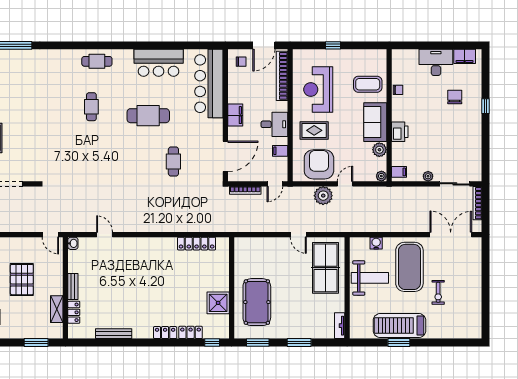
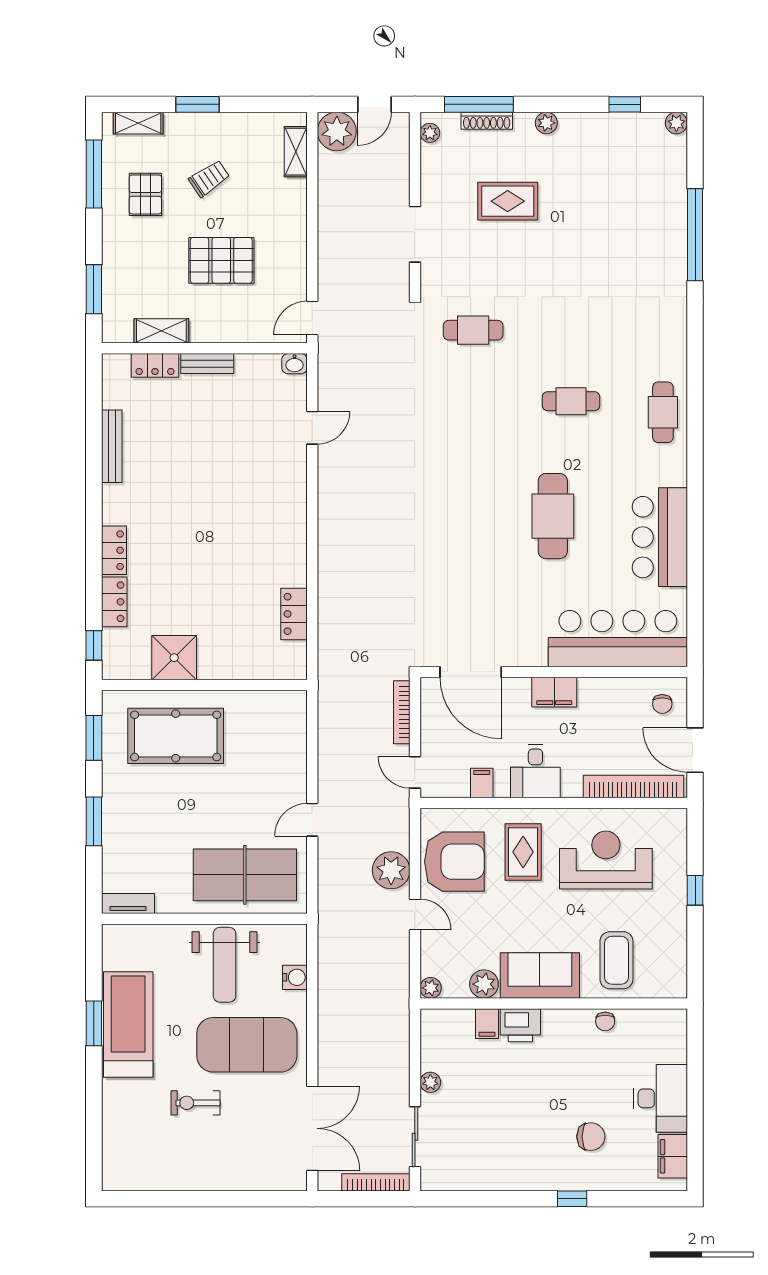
cafe table: (173, 162) -> (473, 330), moved
filing cabinet: (399, 172) -> (487, 1024), moved
locker: (197, 244) -> (294, 614), width x0.66

